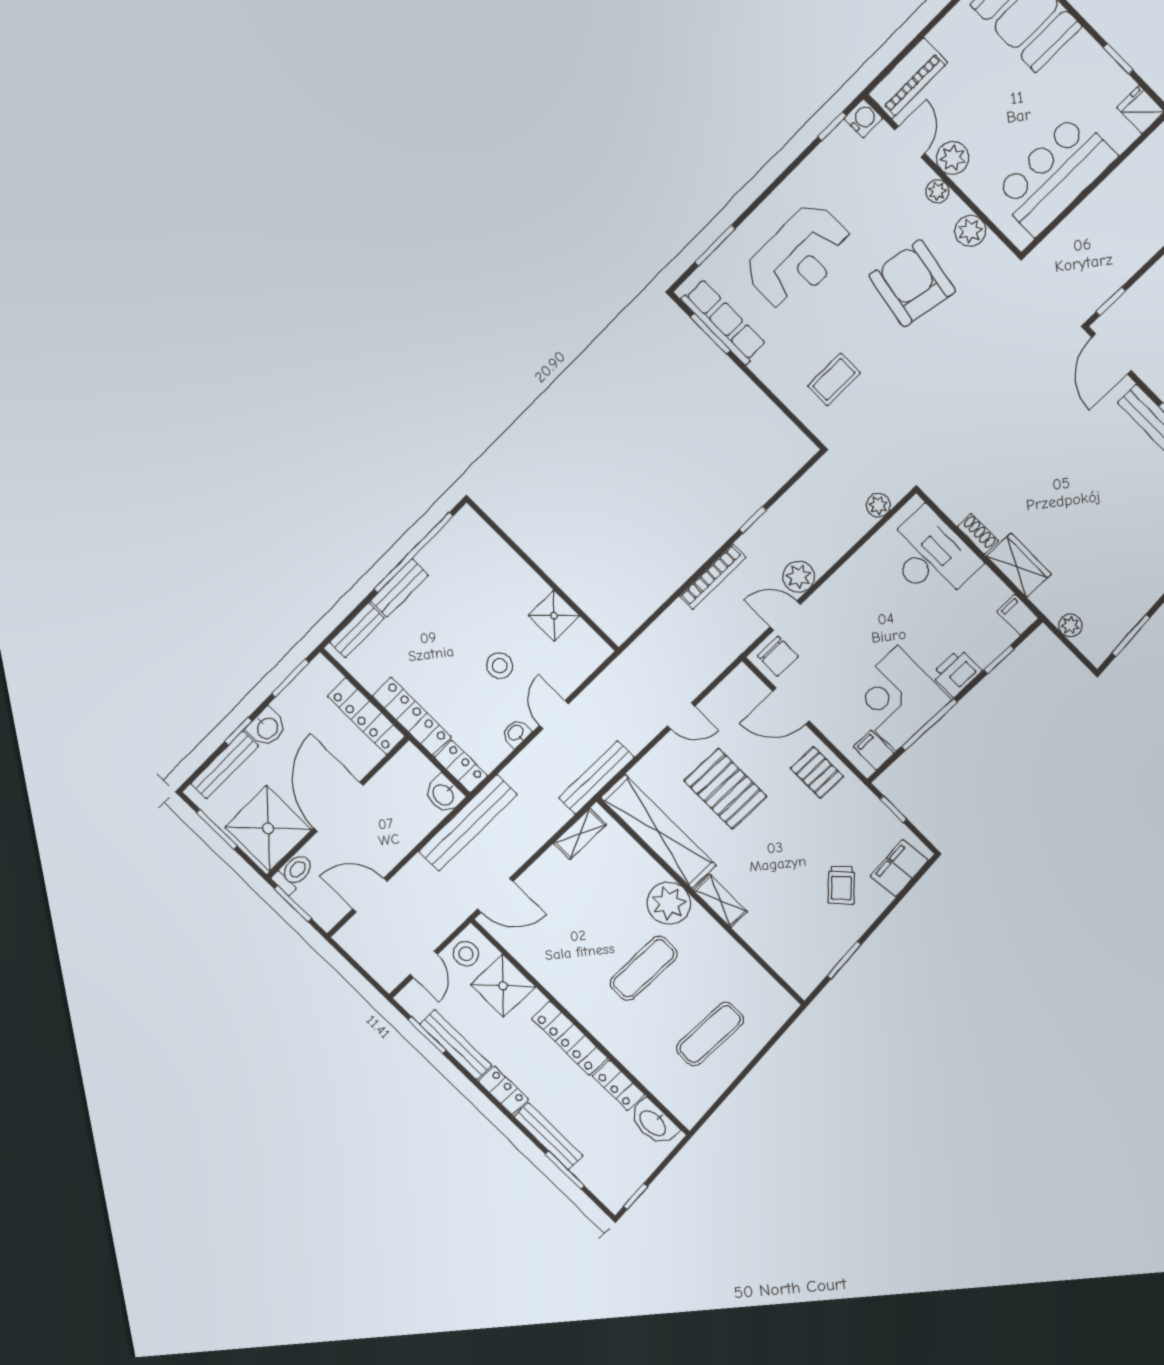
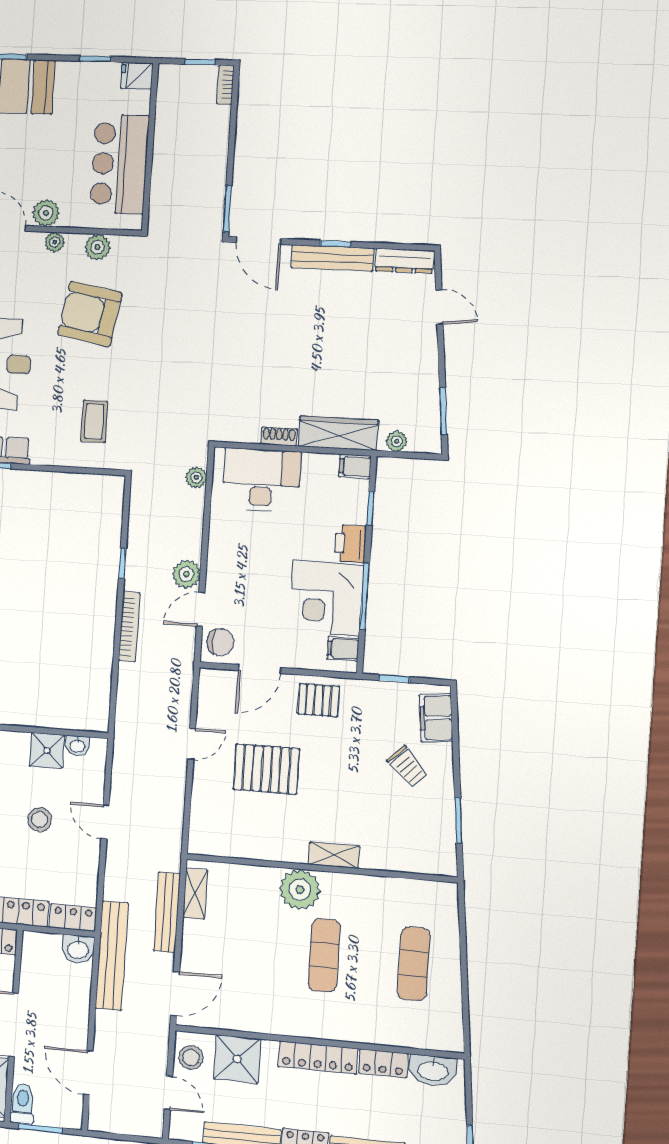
window: (1111, 301) -> (227, 208), width x1.50
wardrobe: (1019, 565) -> (338, 433), width x1.50
washbasin: (516, 733) -> (77, 746), moved, turned -90
bench: (596, 778) -> (167, 912), moved
shelving: (658, 832) -> (247, 843), removed
door: (370, 895) -> (88, 1073), hinge flipped

